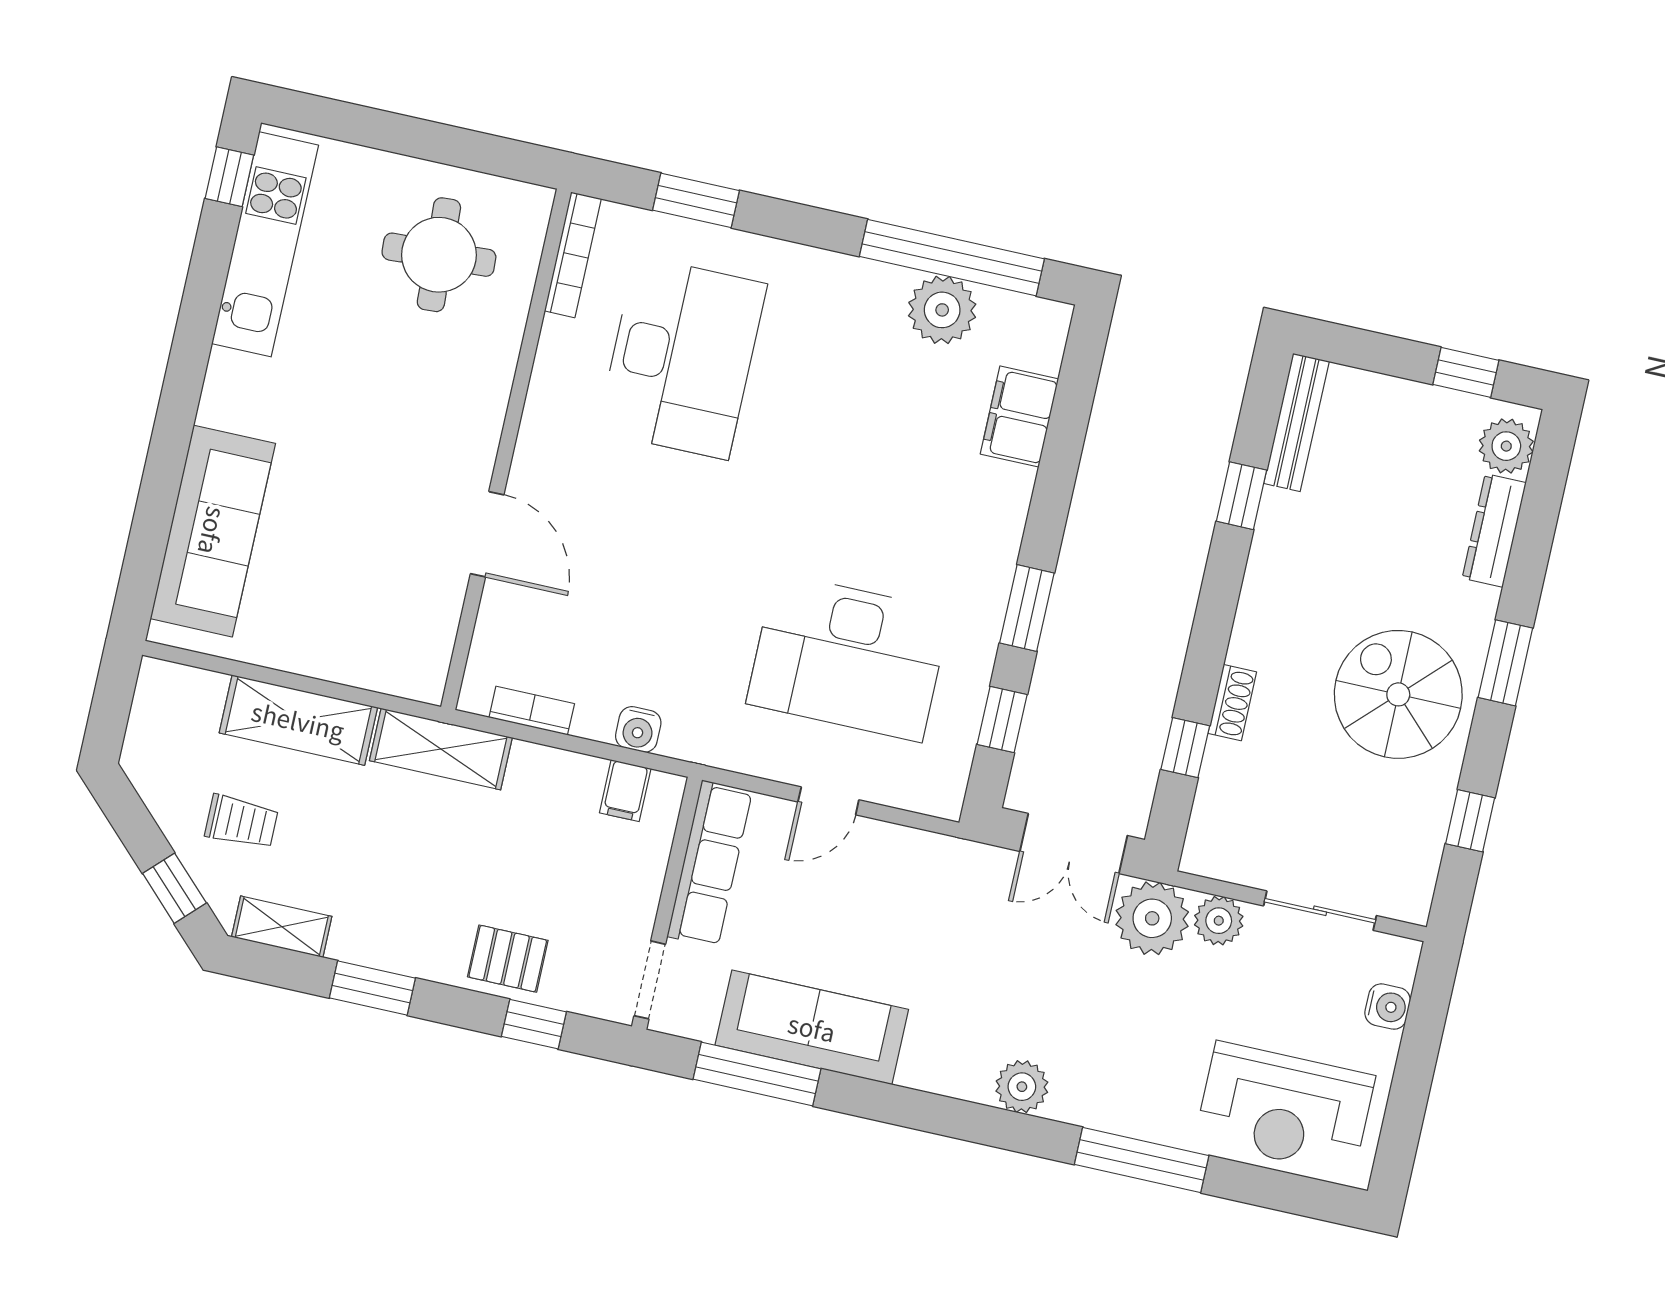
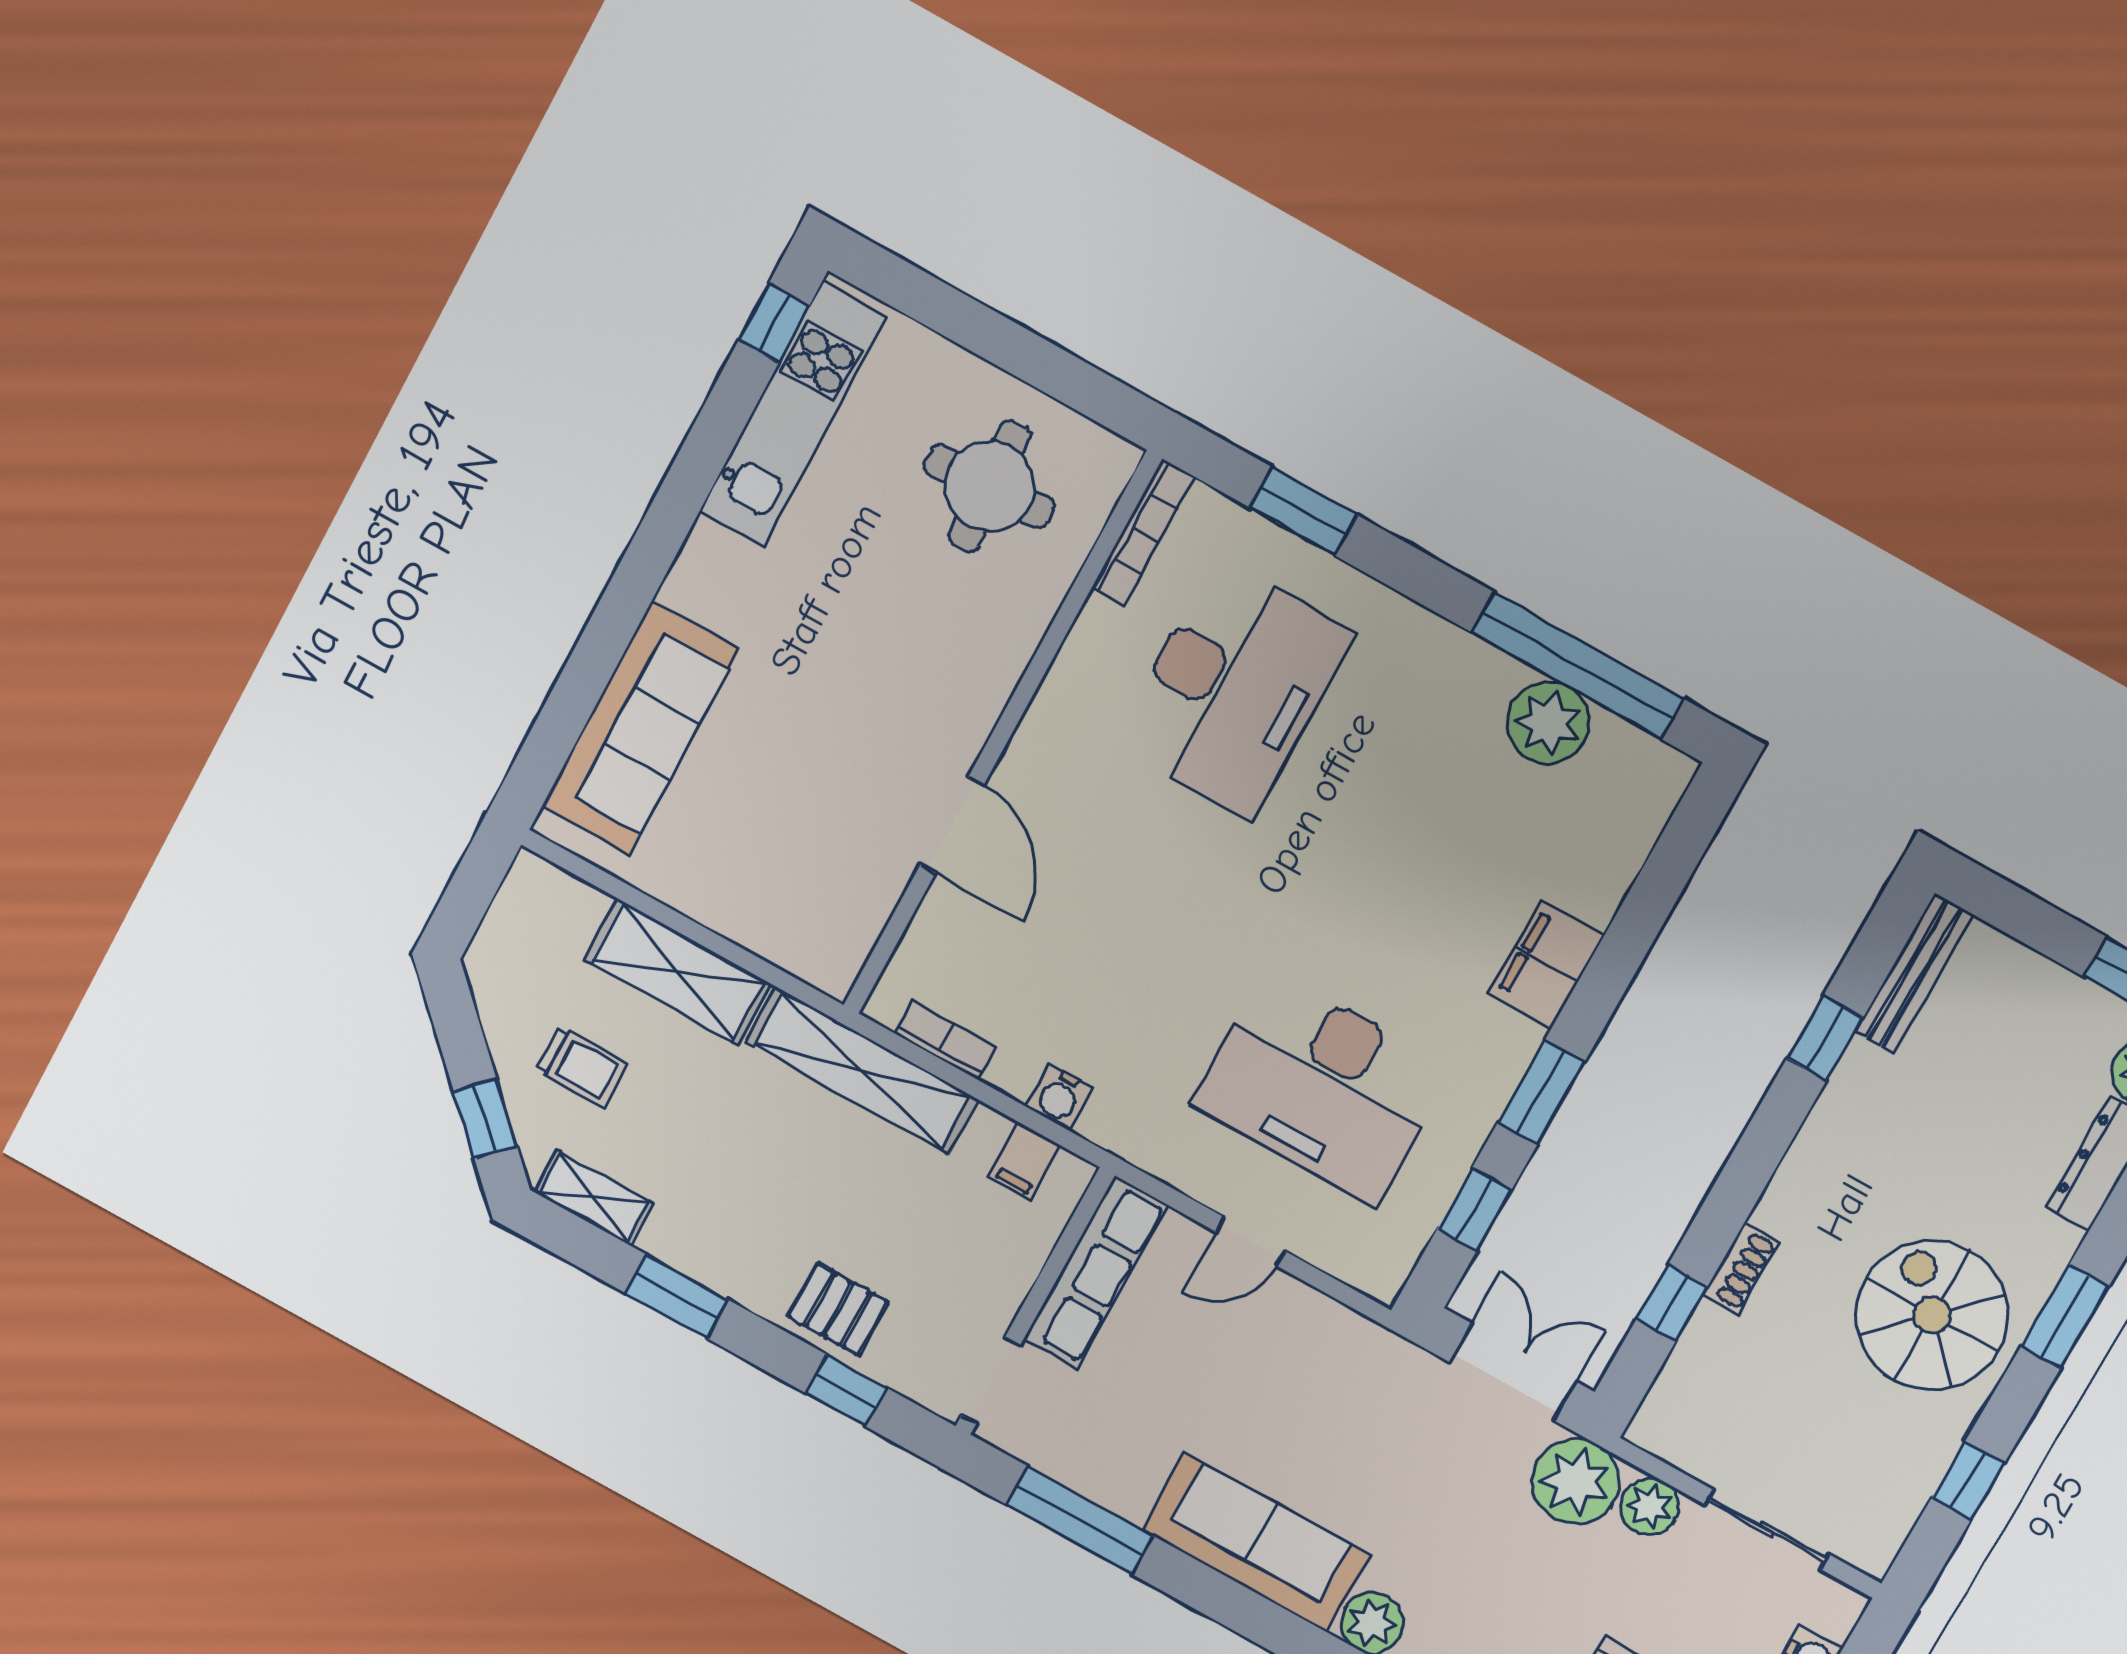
filing cabinet: (1019, 417) -> (1547, 964), moved
shelving: (441, 749) -> (862, 1071), width x1.47
double door: (1074, 843) -> (1513, 1372), swing flipped
sofa: (812, 1027) -> (1256, 1542), moved

